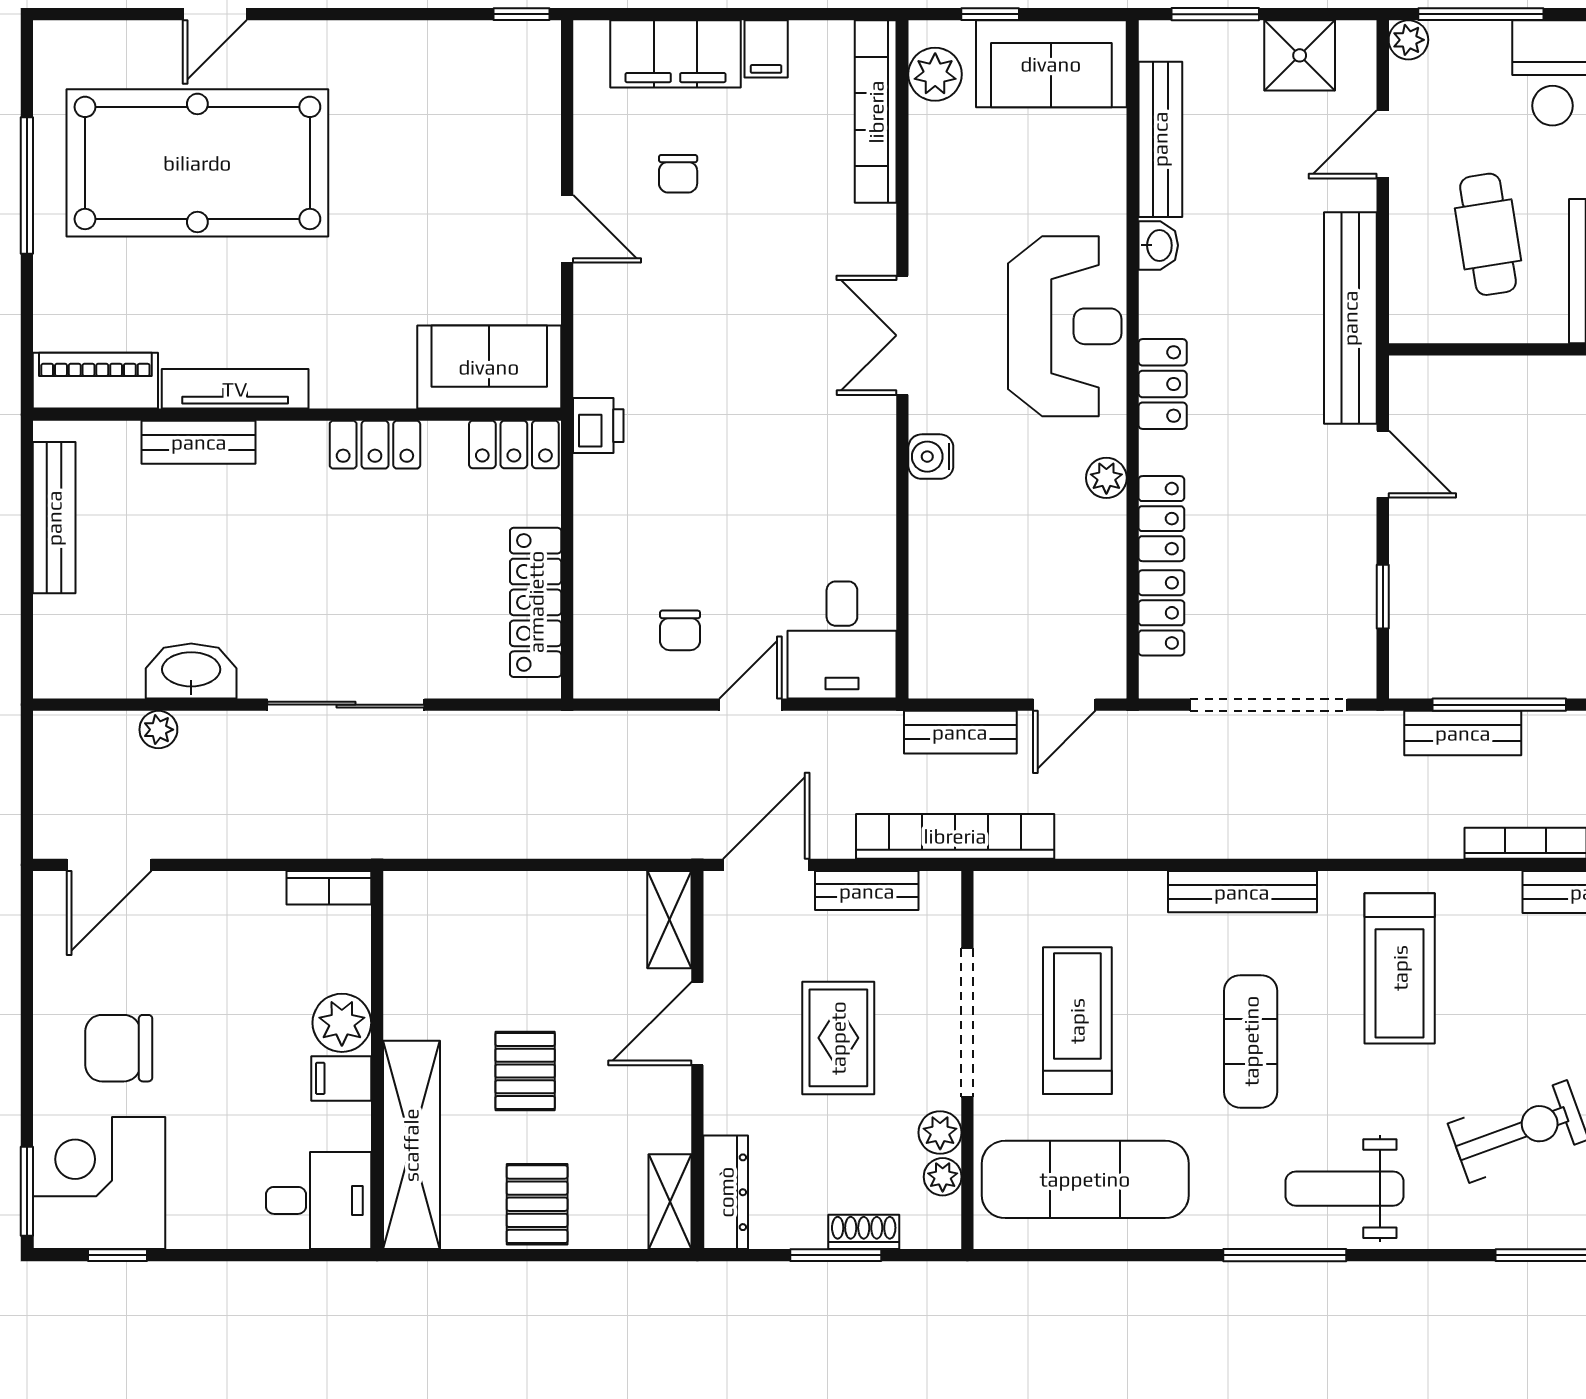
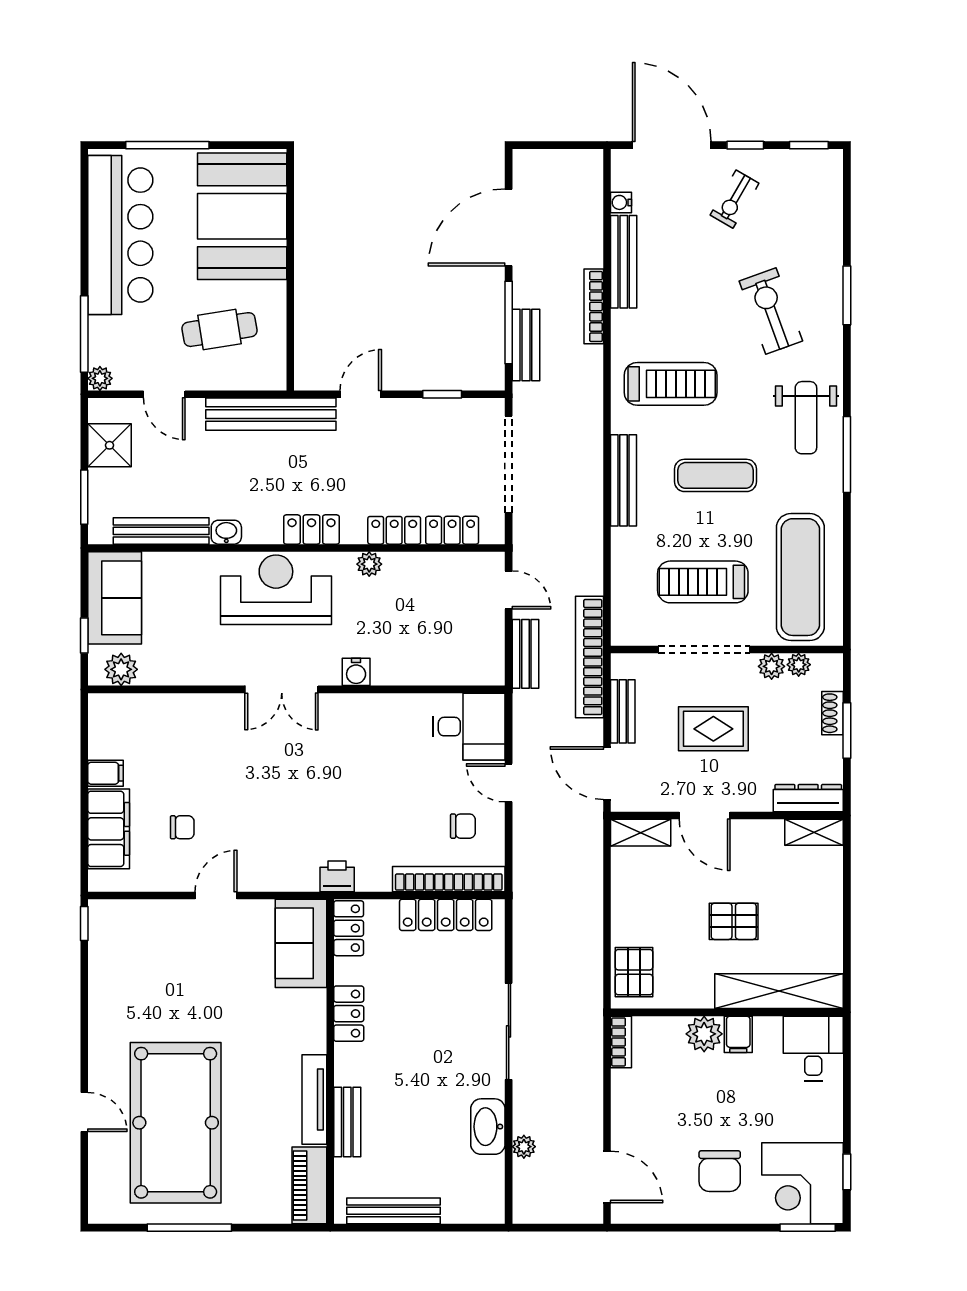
bookcase: (876, 112) -> (449, 879), moved, turned 180
pallet: (537, 1204) -> (634, 972), moved, turned 90

